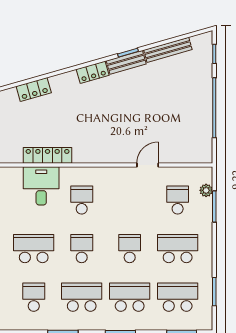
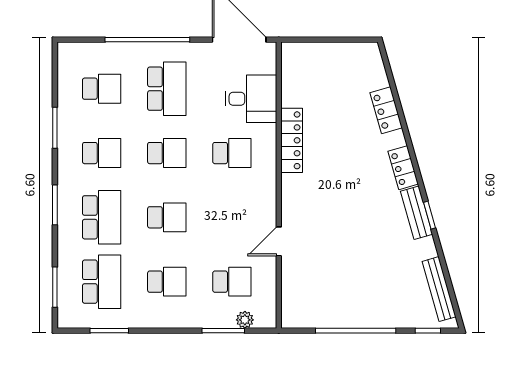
bench: (168, 50) -> (439, 289), moved
locker: (34, 90) -> (386, 110), moved
locker: (48, 155) -> (292, 140), moved
door: (148, 165) -> (279, 241), swing flipped
school desk: (178, 249) -> (167, 282), width x0.54
school desk: (82, 297) -> (102, 153), width x0.54

